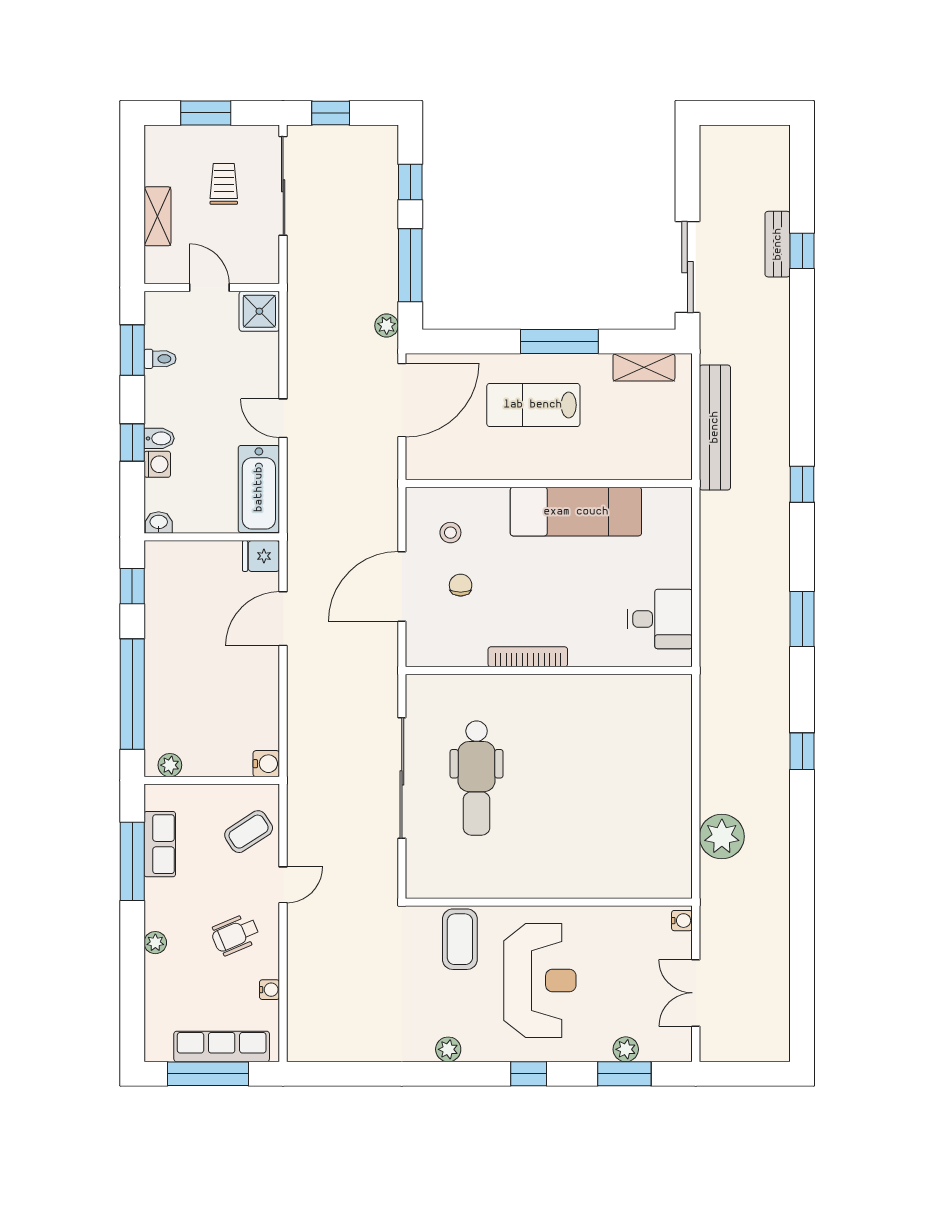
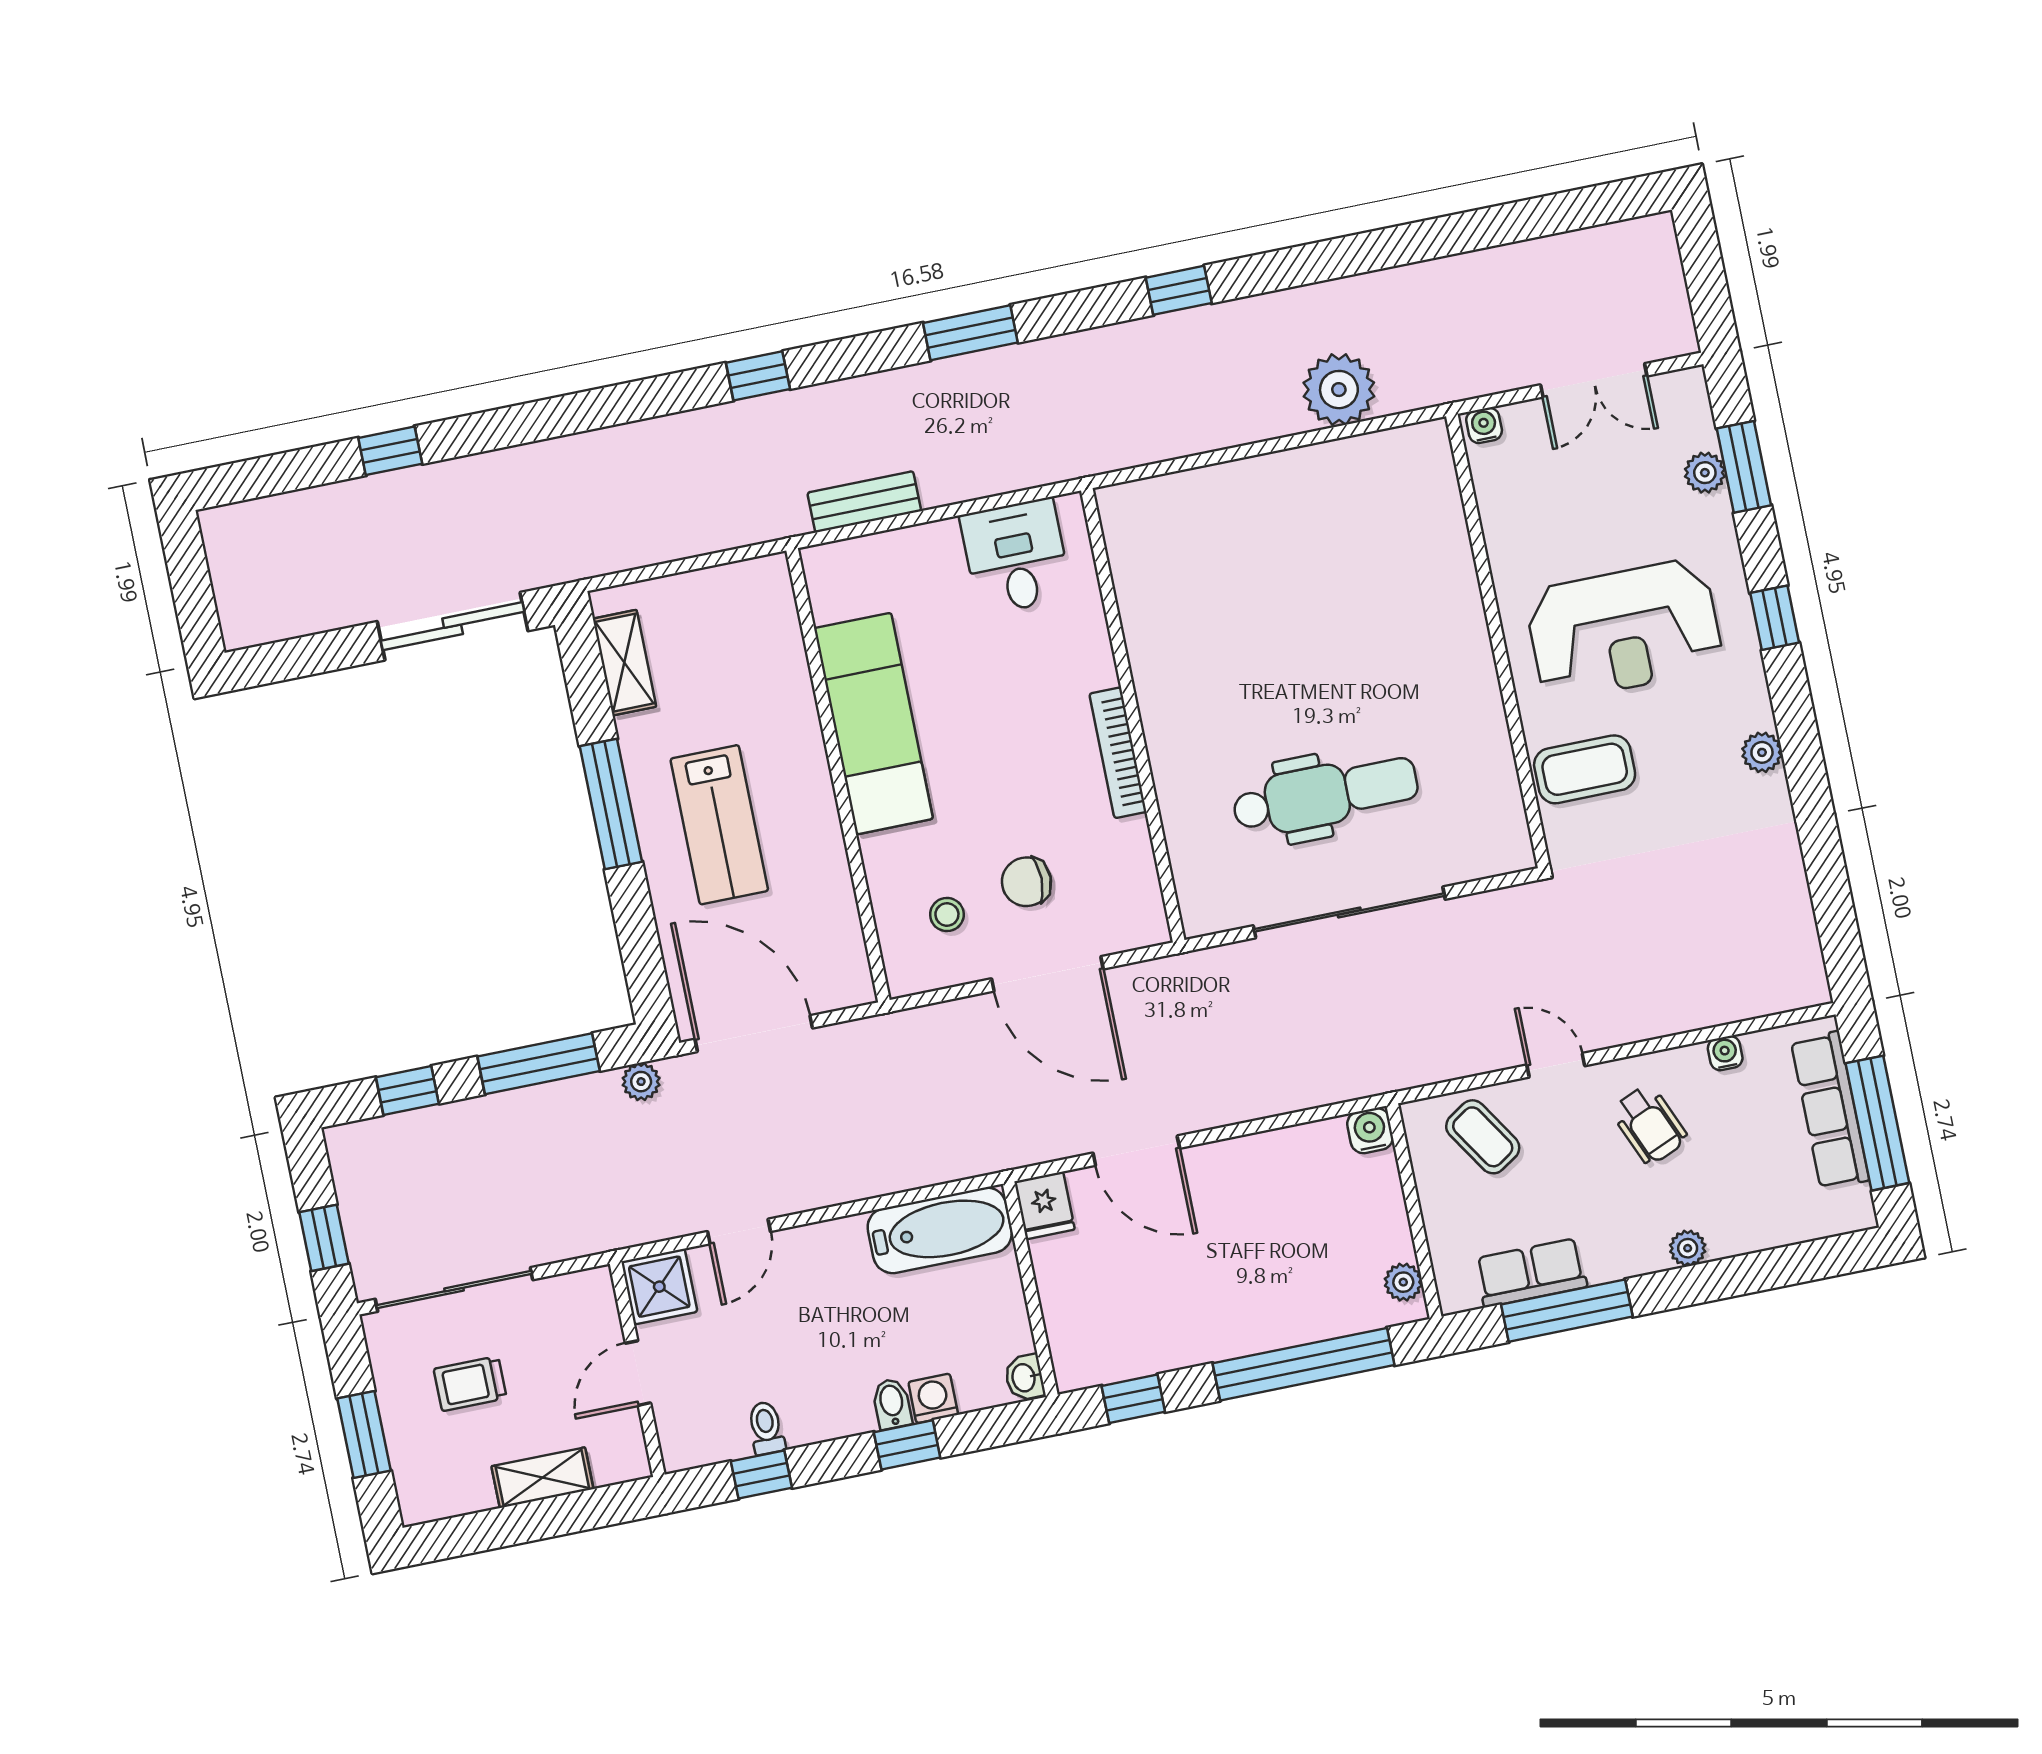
bench: (778, 244) -> (387, 491), removed
window: (132, 350) -> (761, 1474), width x0.67
door: (283, 418) -> (739, 1232), moved
bench: (715, 427) -> (864, 502), moved, width x0.54, depth x0.82
chair: (461, 585) -> (1026, 882), width x1.37, depth x1.37
reception desk: (540, 981) -> (1624, 630), turned 180

